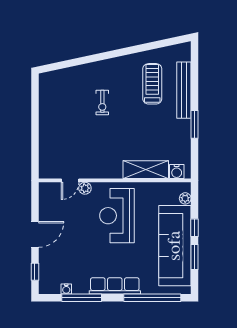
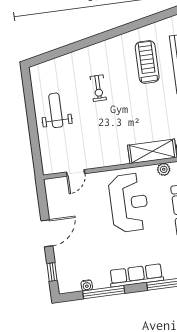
weight bench: (59, 118) -> (56, 110), added
plant: (85, 188) -> (164, 169), moved
reception desk: (117, 216) -> (129, 203), turned 180

